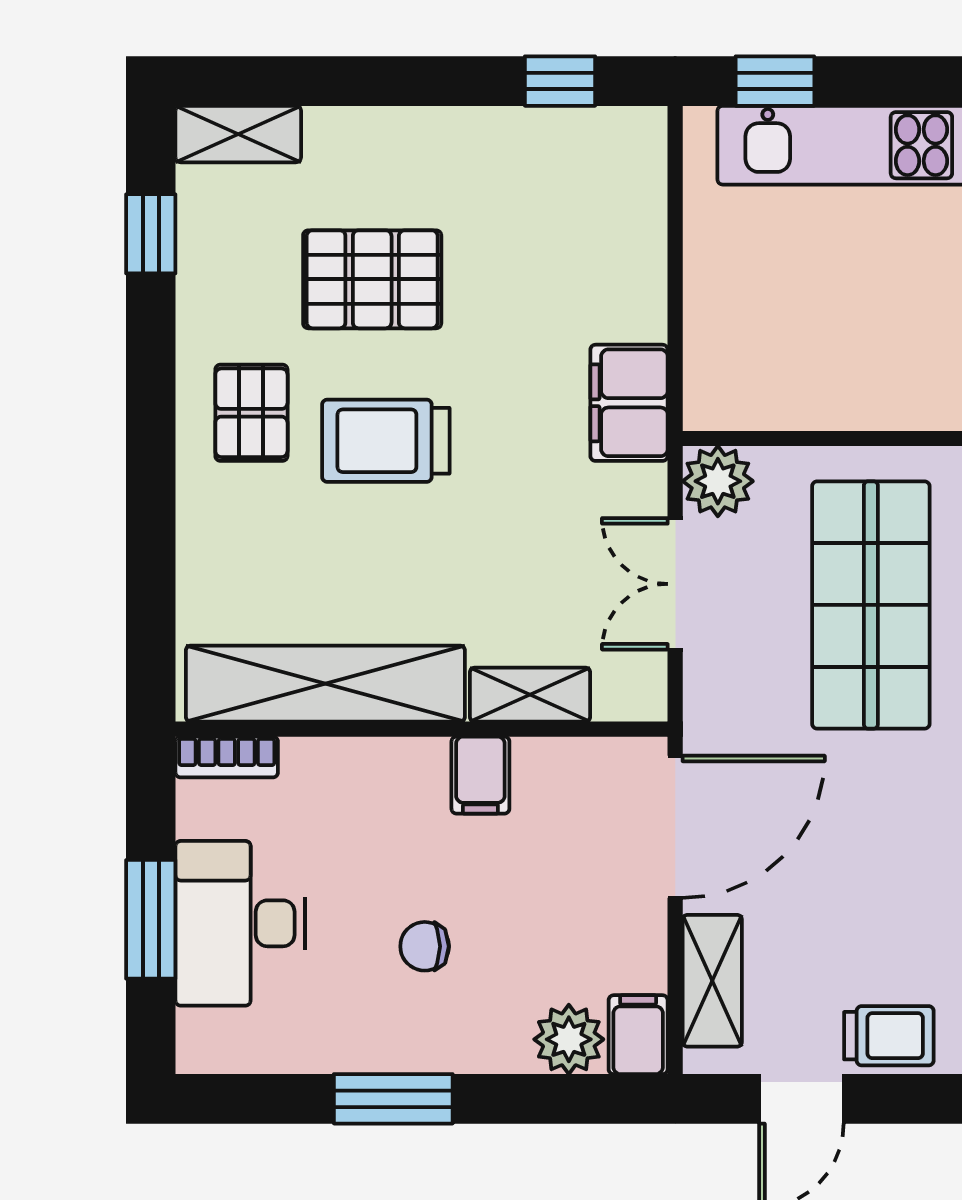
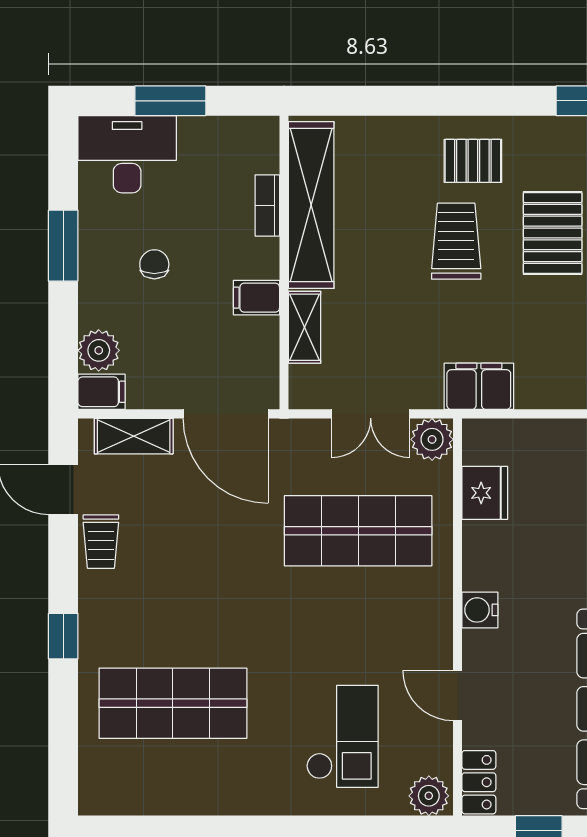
fridge: (807, 393) -> (485, 493), added
double door: (675, 584) -> (371, 414), swing flipped
bookcase: (227, 757) -> (267, 205), moved
desk: (240, 923) -> (127, 154), moved

